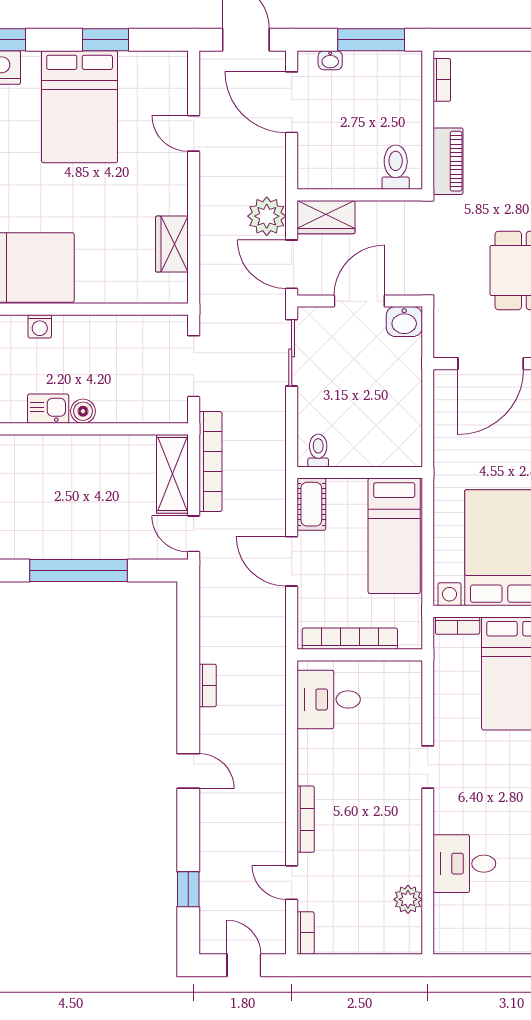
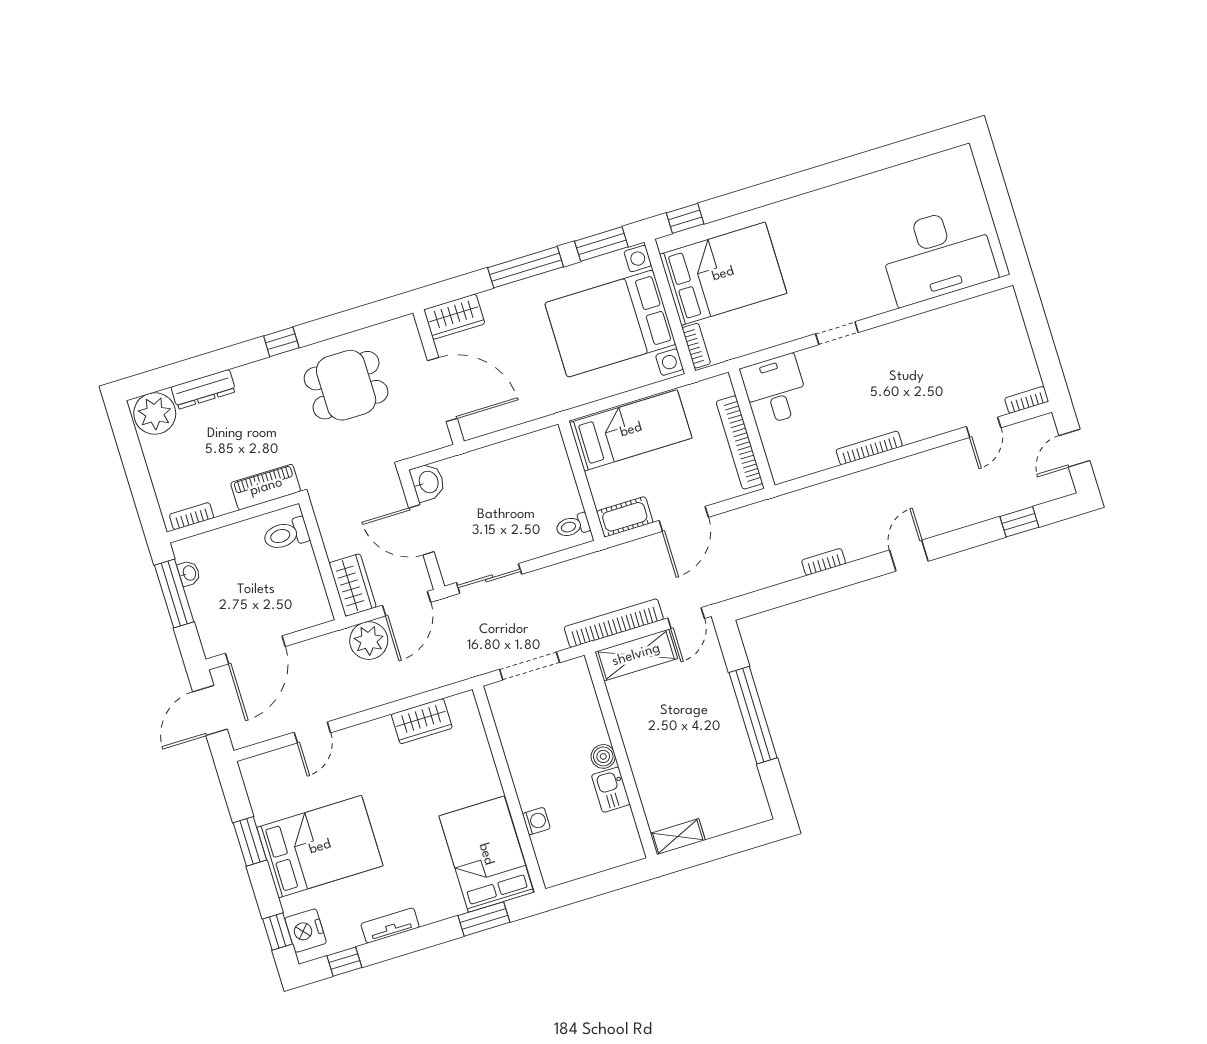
washbasin: (330, 60) -> (189, 573), moved
desk: (329, 699) -> (775, 390), moved, turned 180
bookcase: (306, 819) -> (869, 448), moved
desk: (464, 864) -> (938, 255), width x1.87, depth x1.30
plant: (408, 899) -> (966, 314), removed

